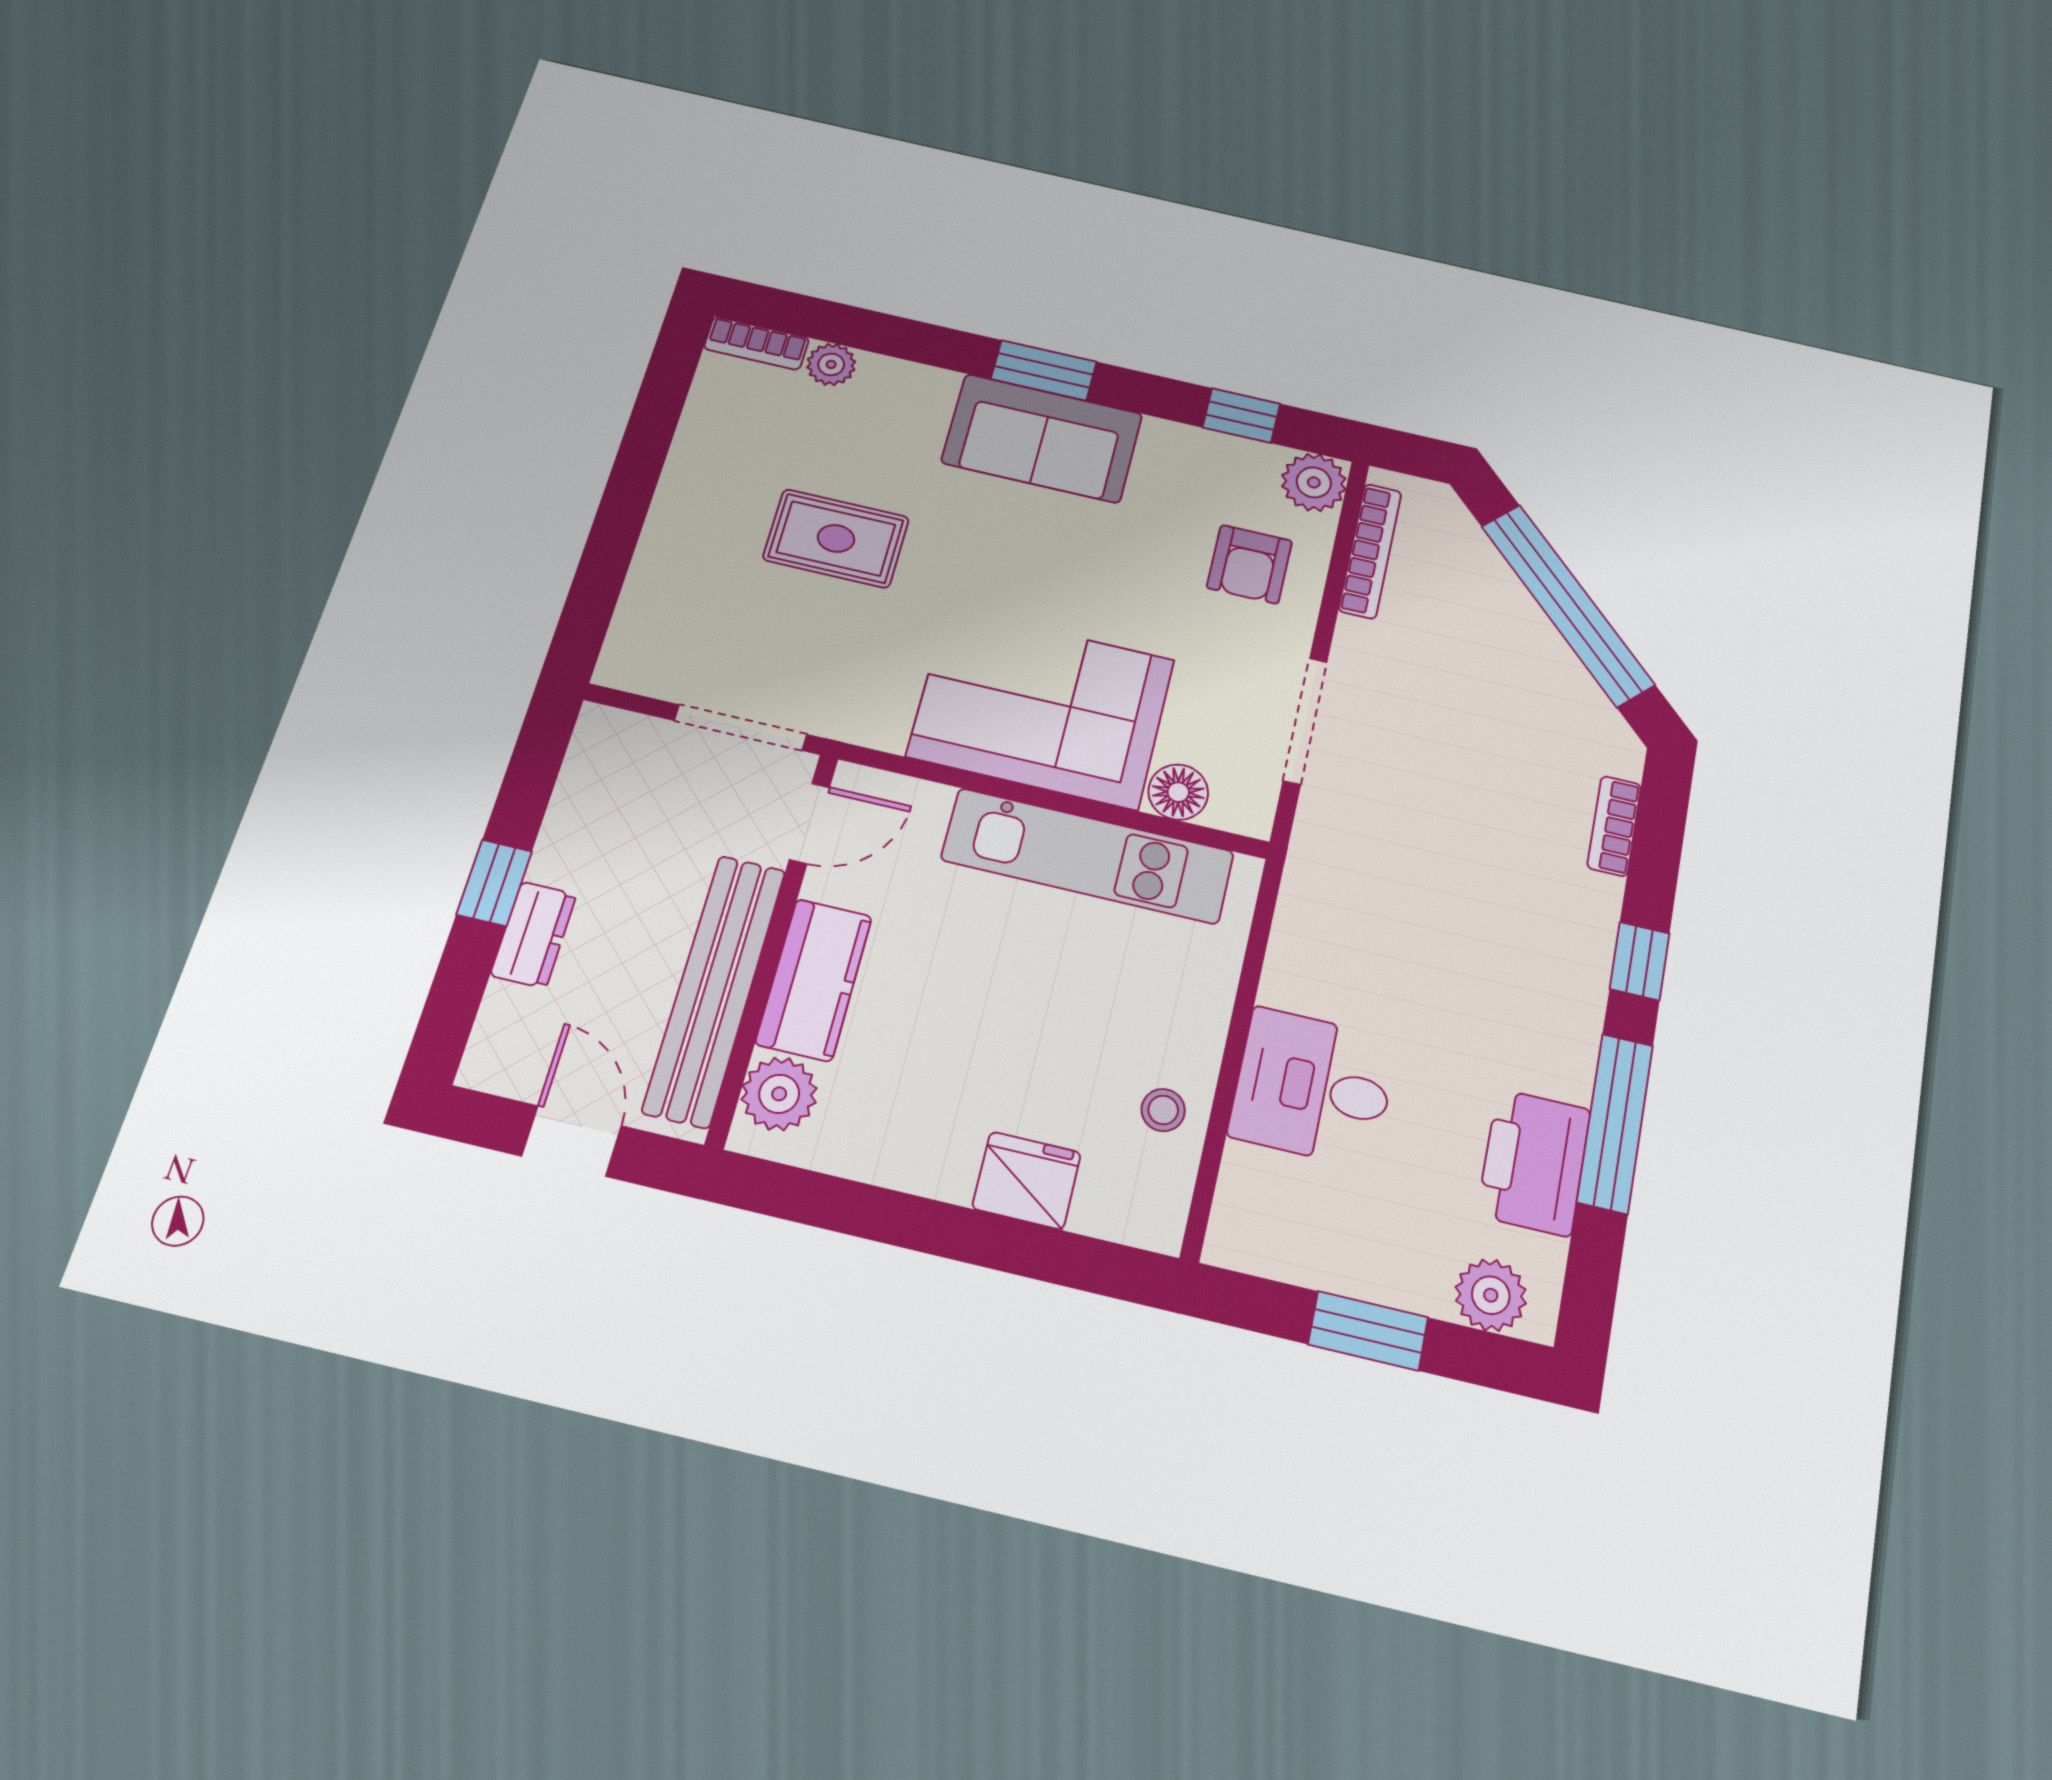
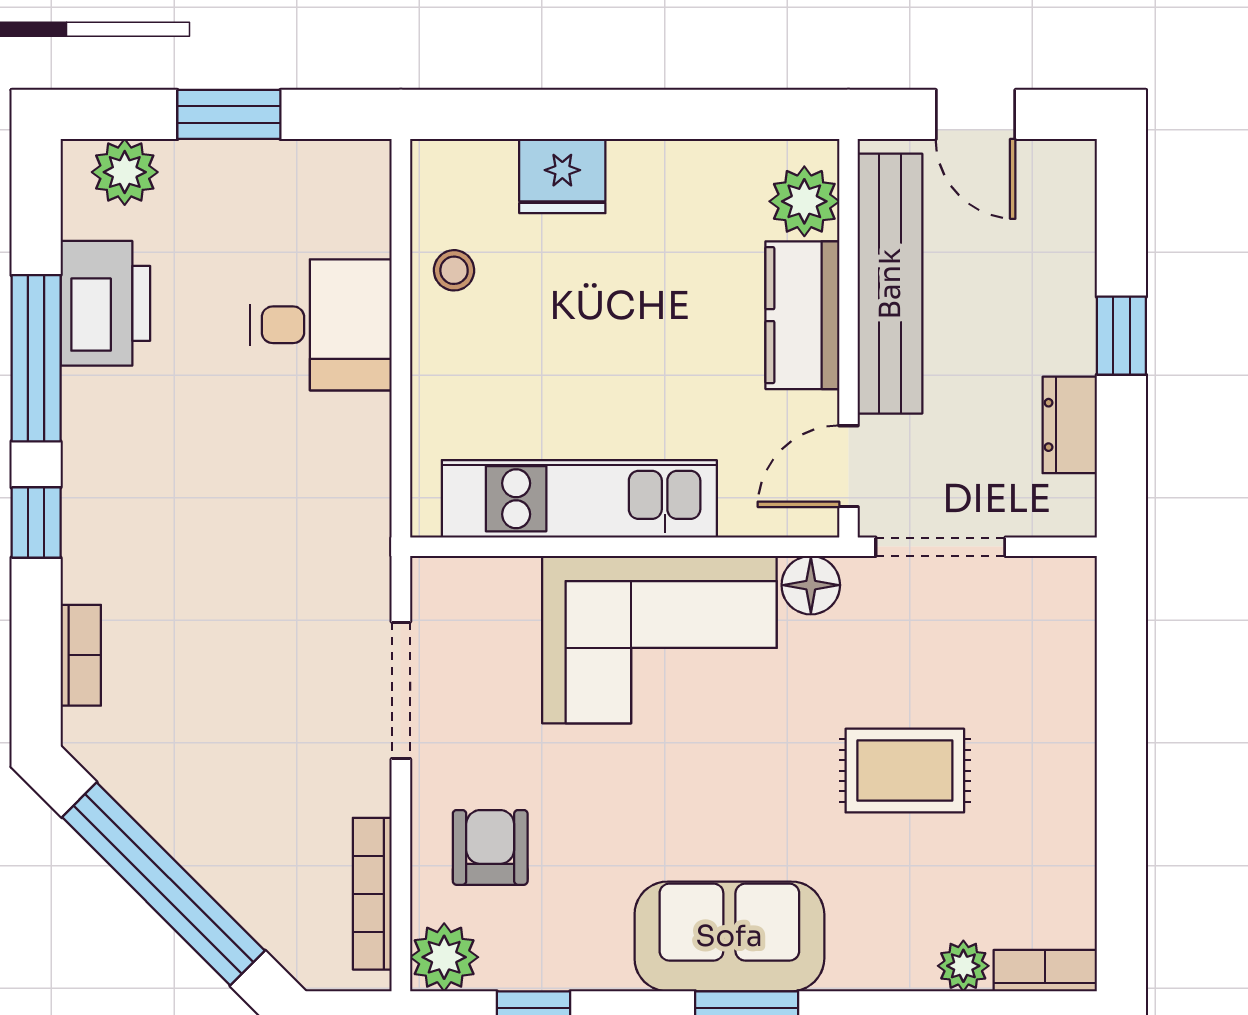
floor lamp: (1178, 792) -> (811, 585), moved
dresser: (534, 935) -> (1070, 425), moved

